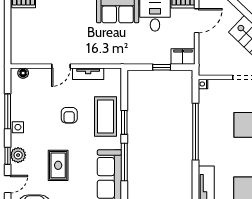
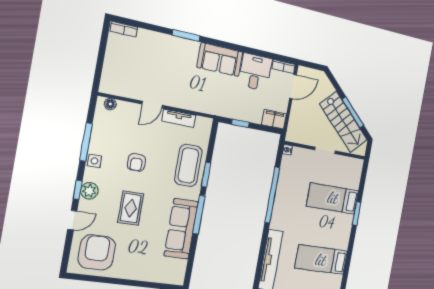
window: (162, 67) -> (240, 123), moved
armchair: (69, 115) -> (136, 162), moved

